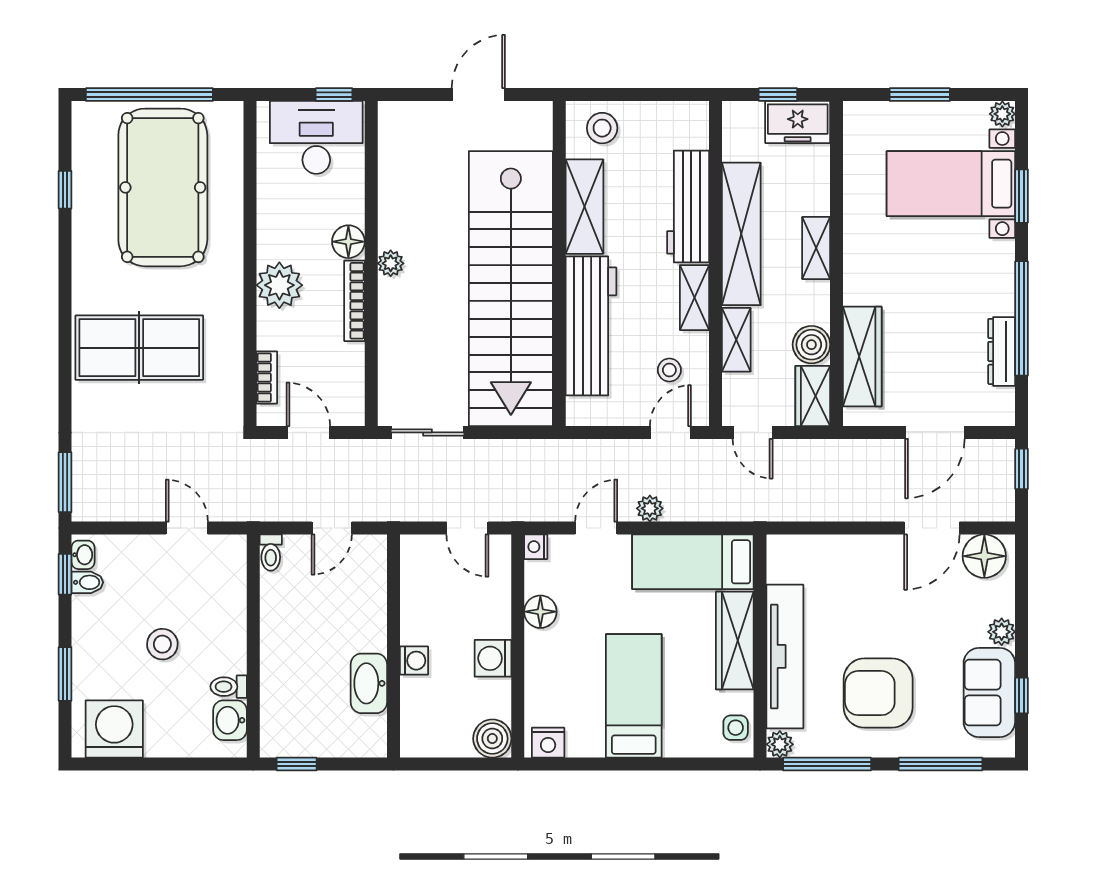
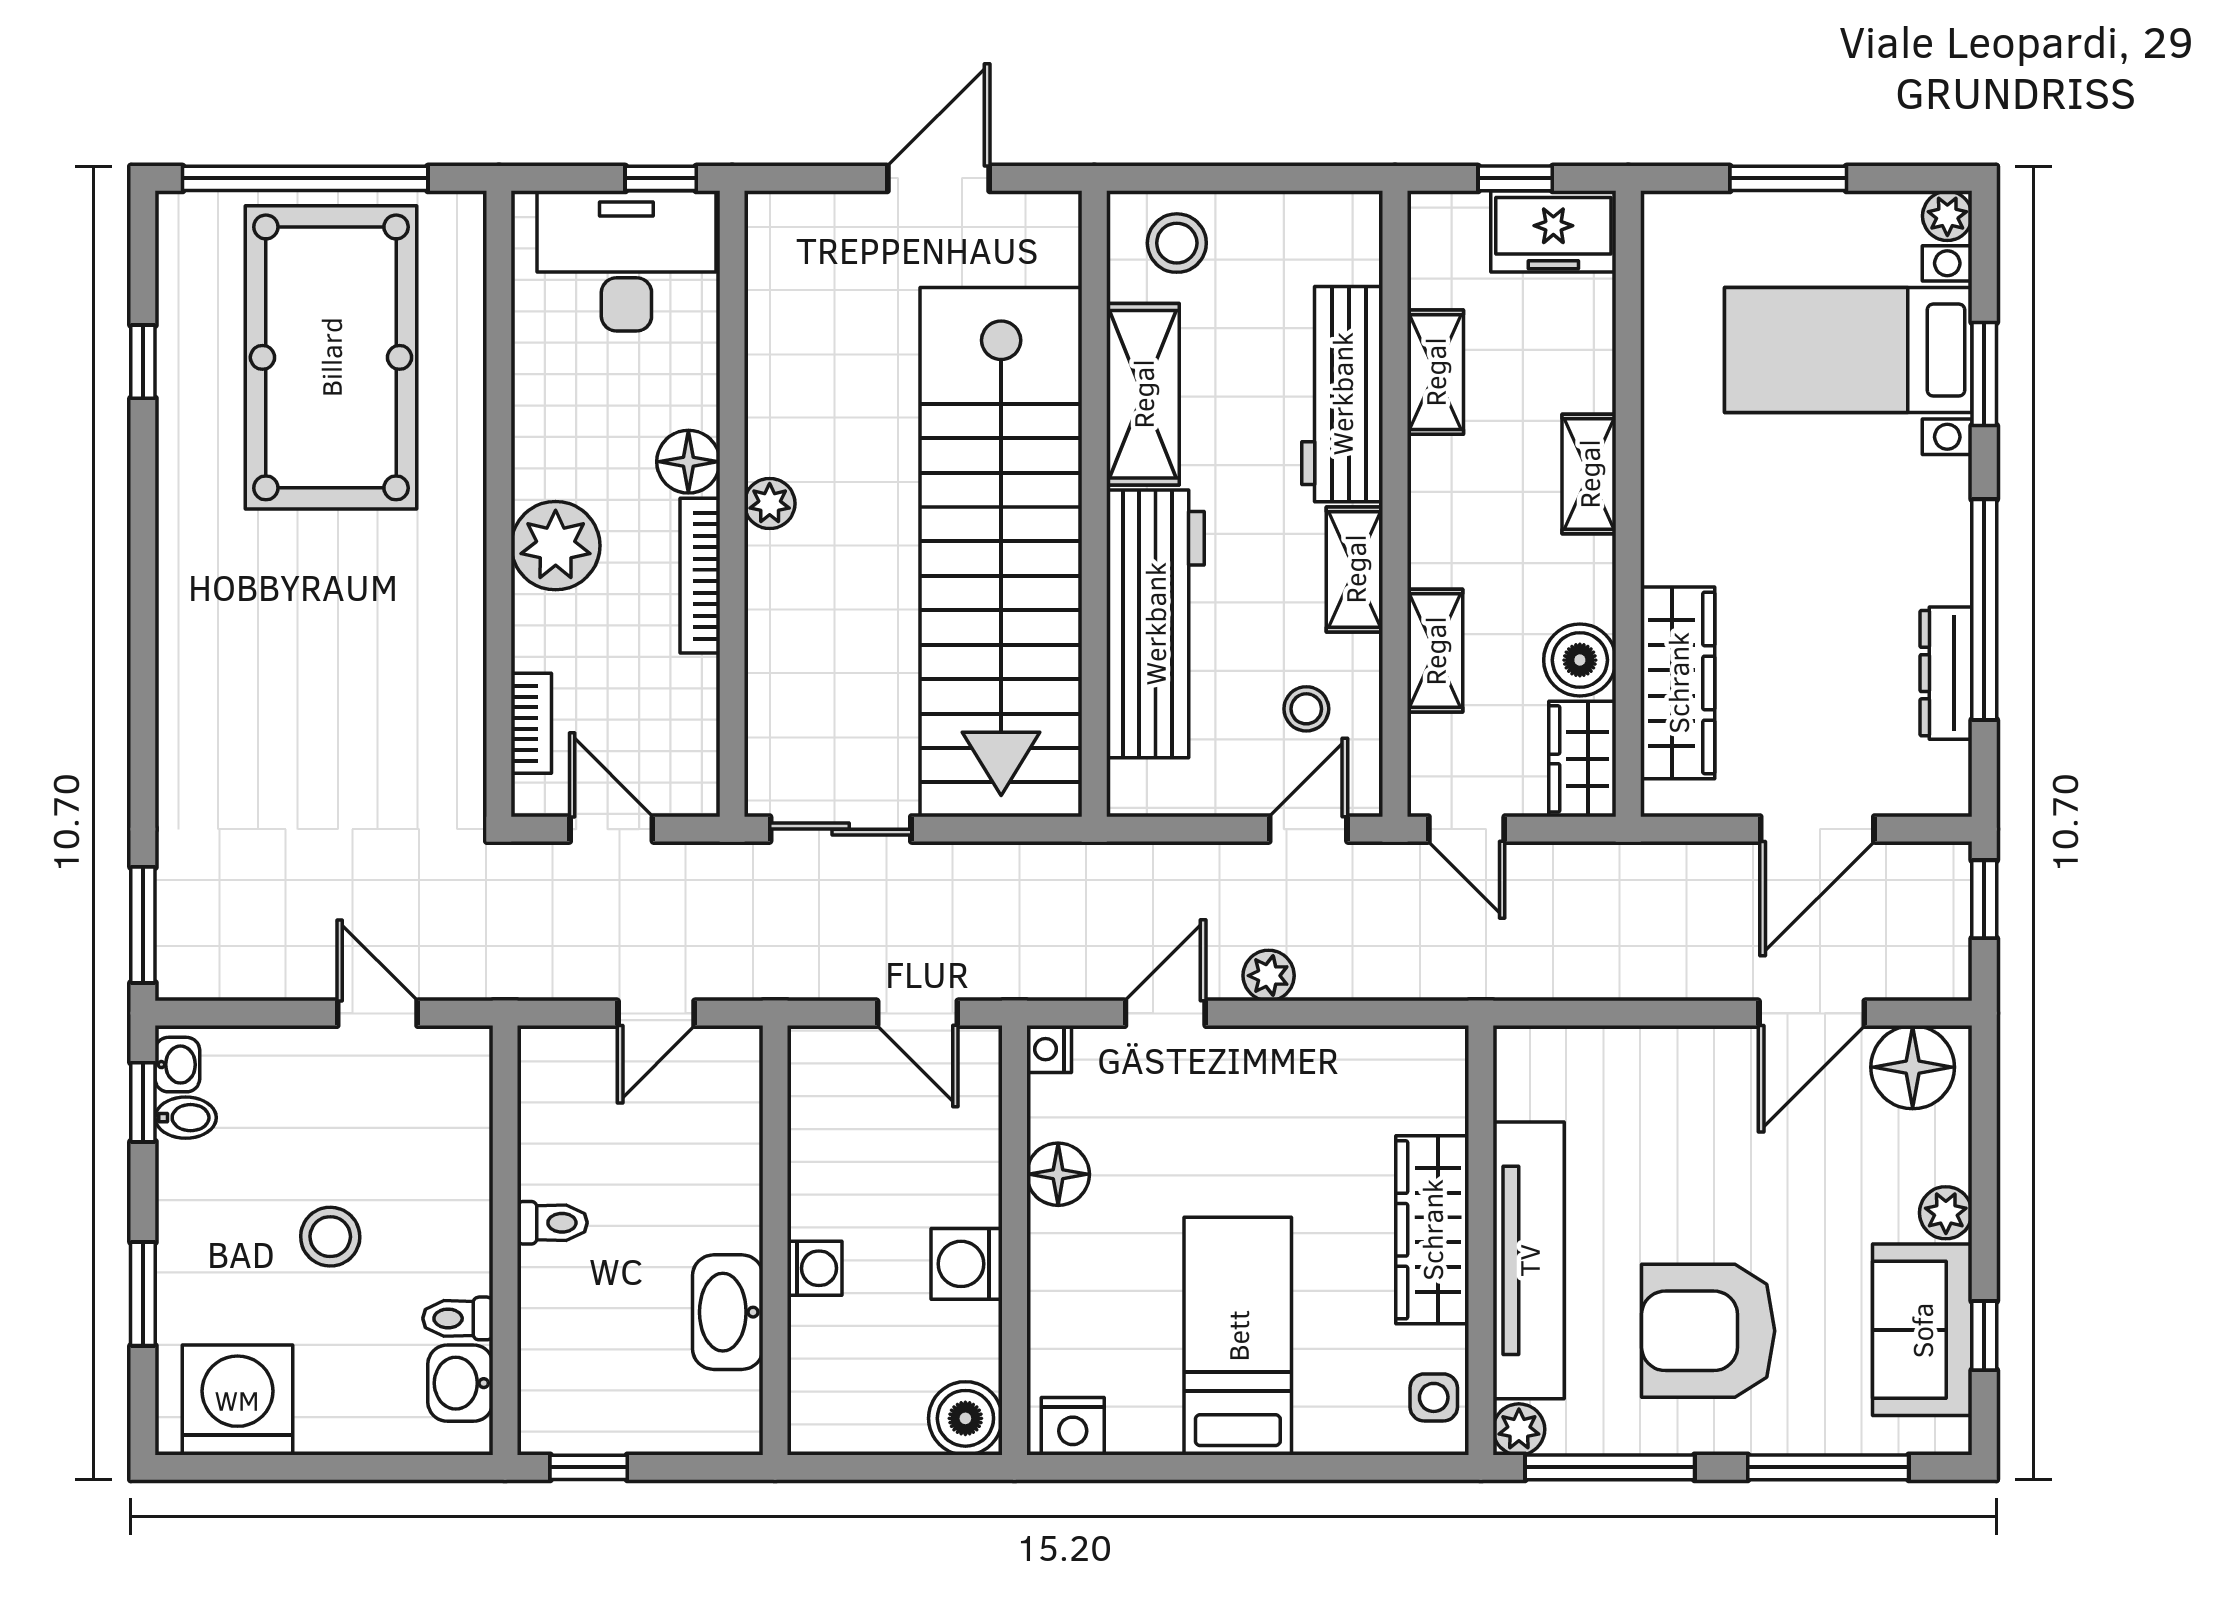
shelving: (741, 234) -> (1435, 372), width x0.45, depth x0.75
table tennis table: (139, 348) -> (286, 666), removed
toilet: (271, 553) -> (552, 1223), moved, turned -90
bed: (693, 562) -> (1352, 1078), removed

